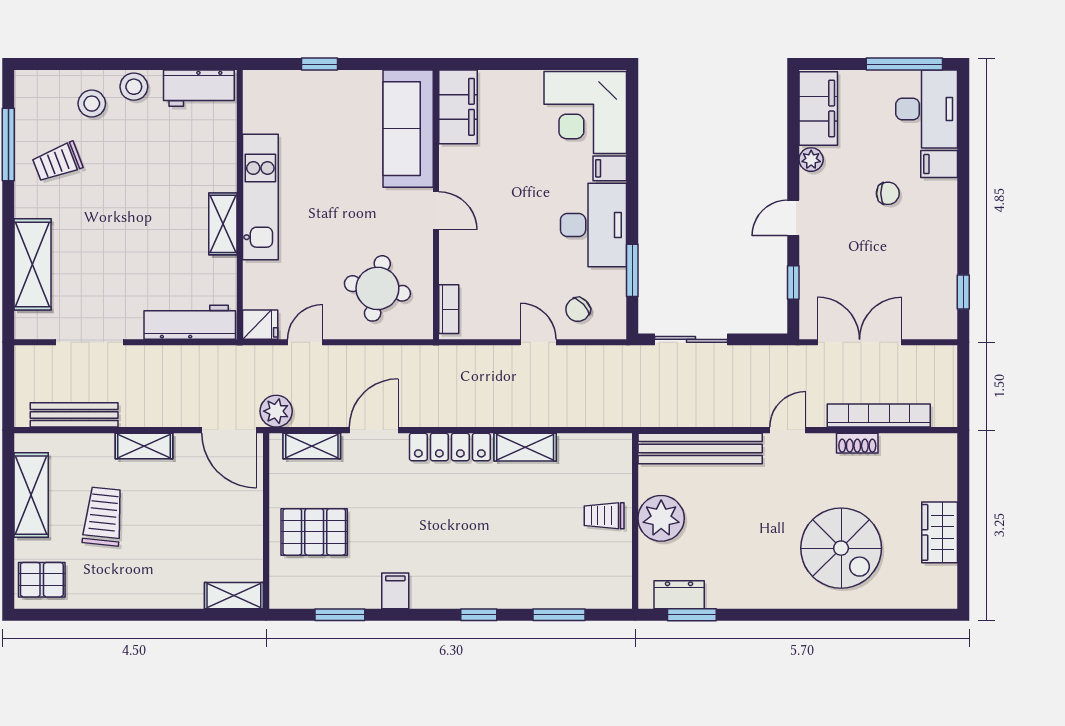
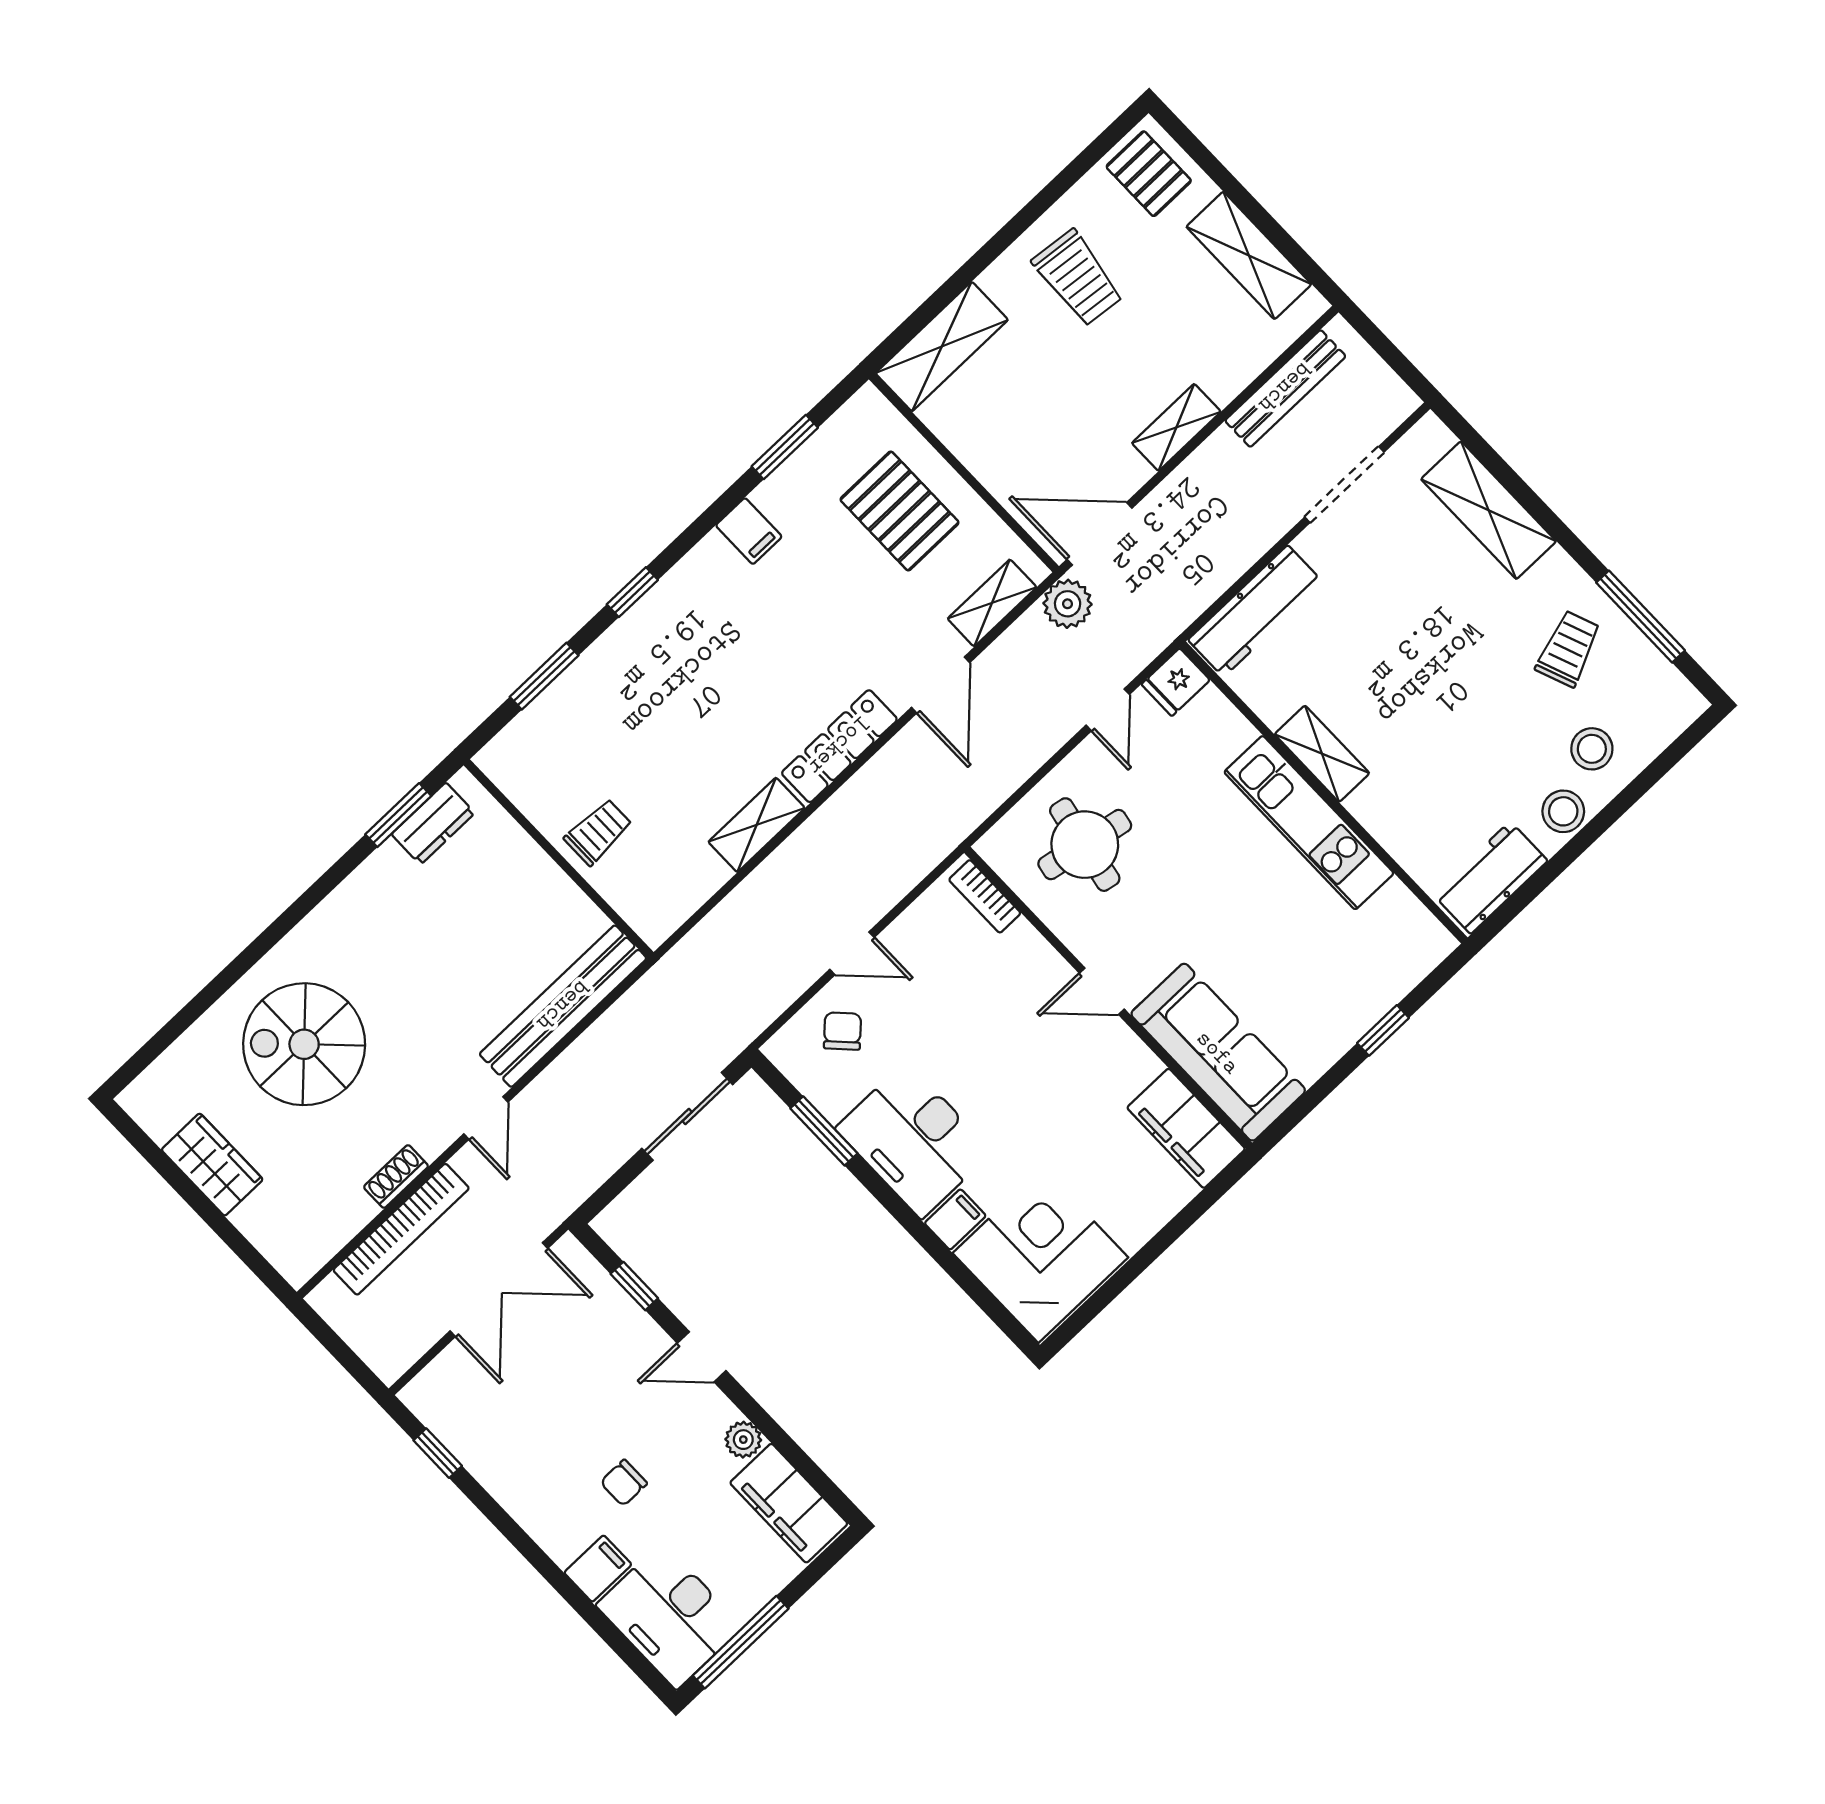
door: (793, 218) -> (702, 1357), swing flipped
trolley: (103, 517) -> (1078, 278), moved
plant: (661, 518) -> (533, 889), removed
pallet: (314, 532) -> (900, 511), turned 90
pallet: (42, 580) -> (1149, 174), turned 90
shelving: (234, 596) -> (942, 347), width x1.50, depth x1.33

